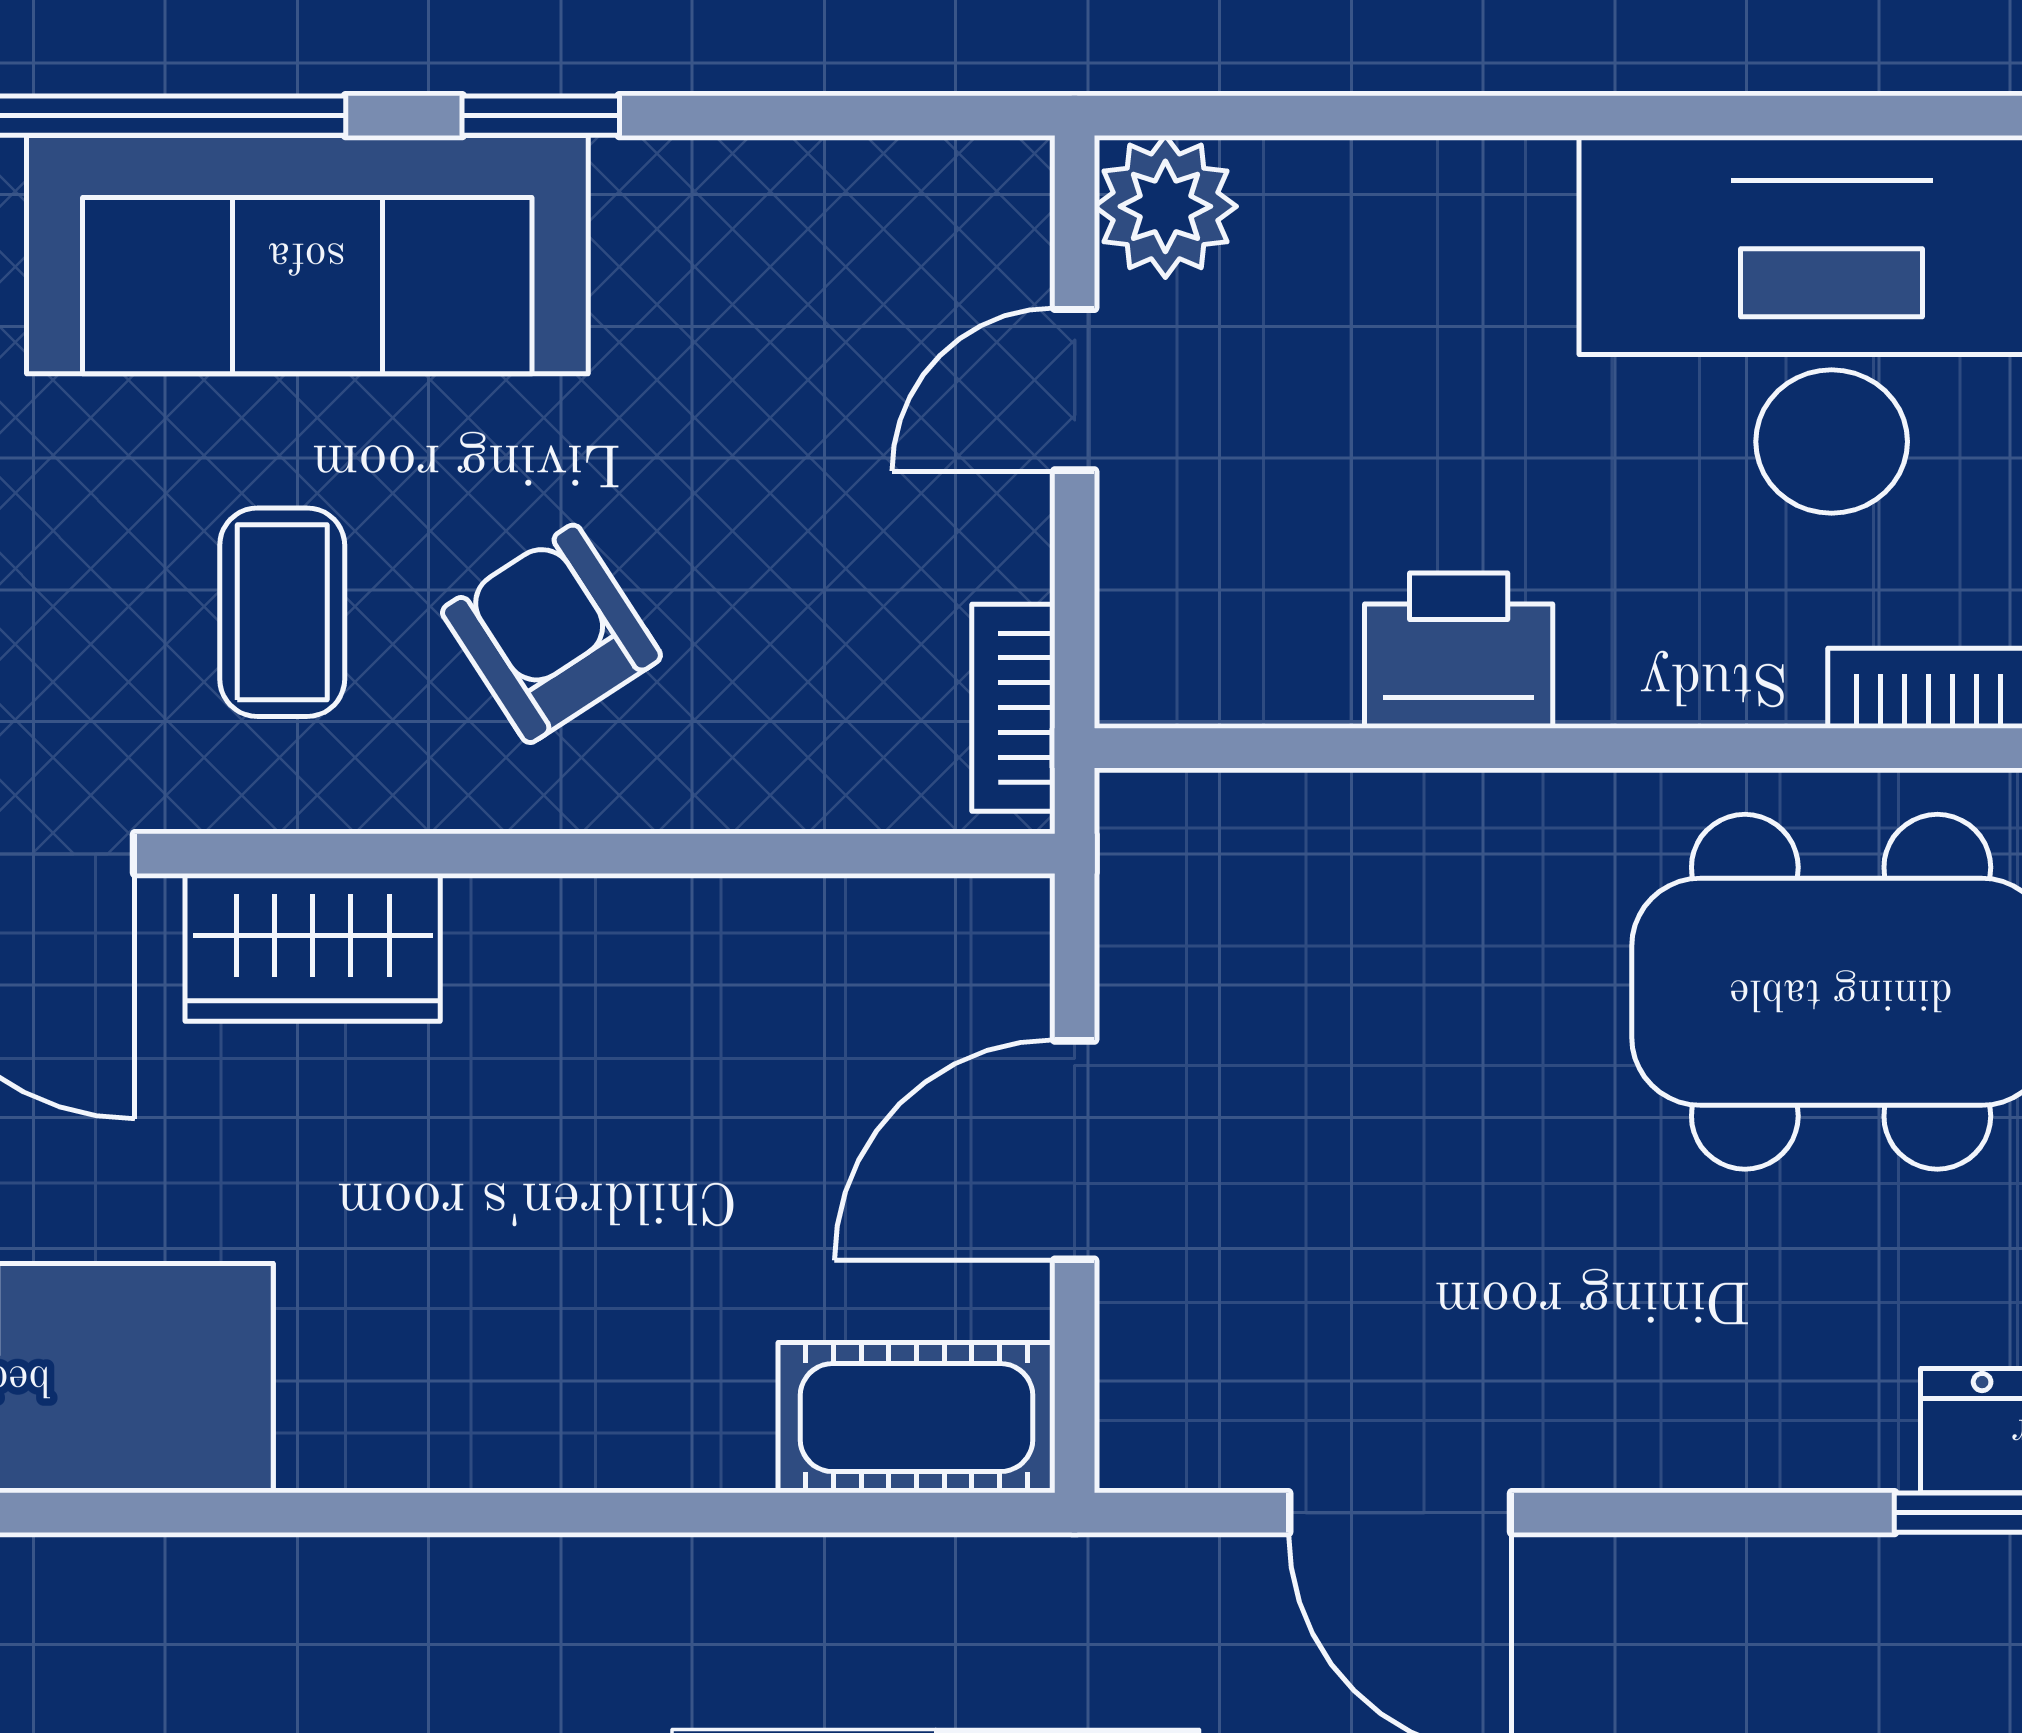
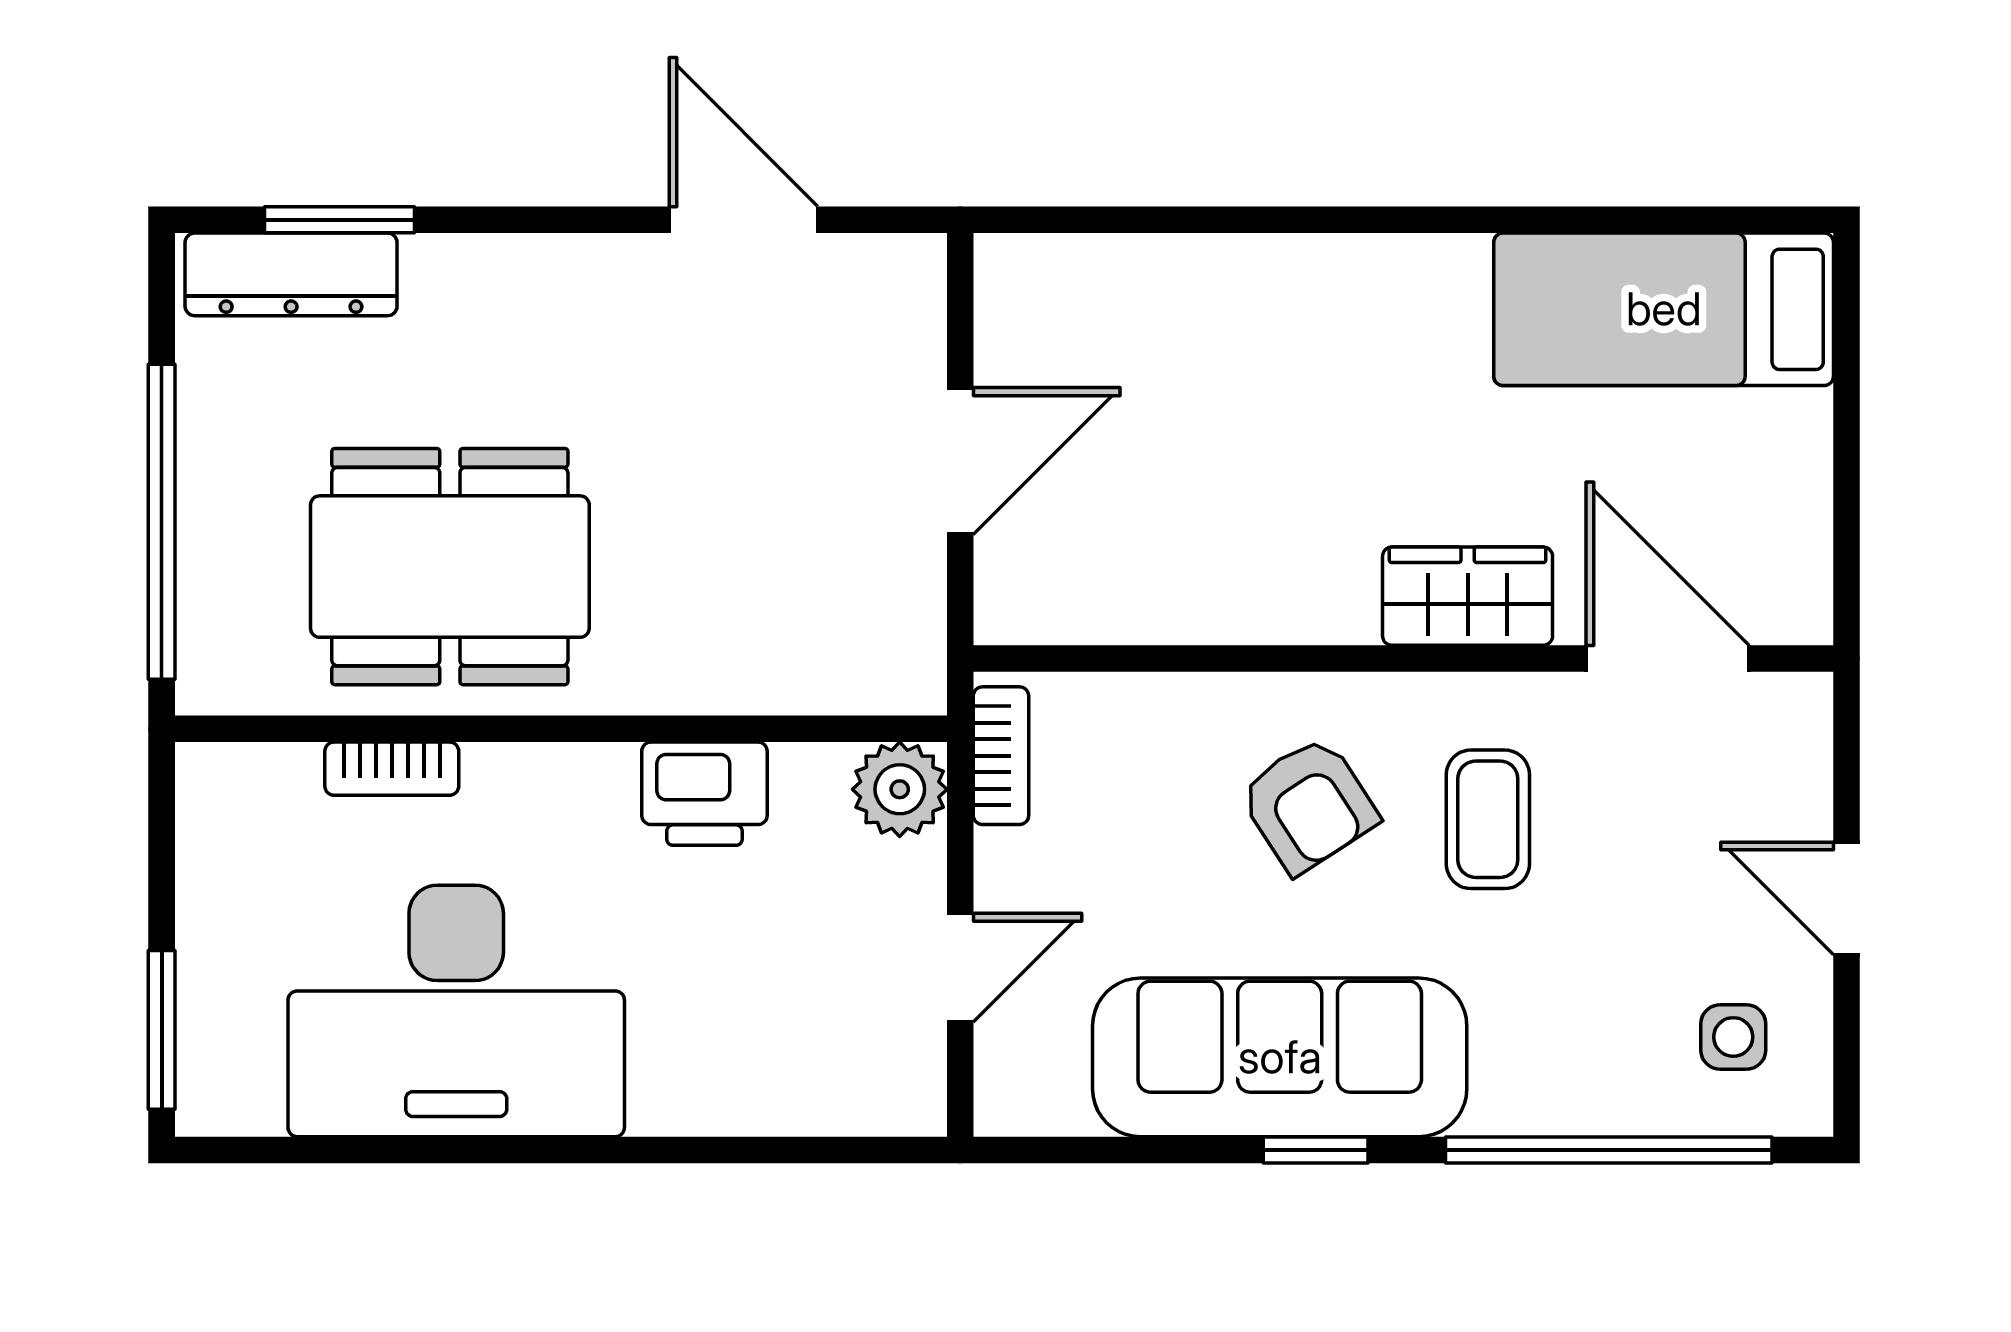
plant: (1165, 206) -> (900, 789), moved
sofa: (307, 255) -> (1280, 1057), moved
cot: (917, 1418) -> (1065, 283), removed

